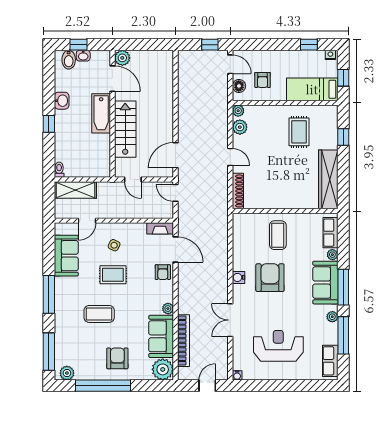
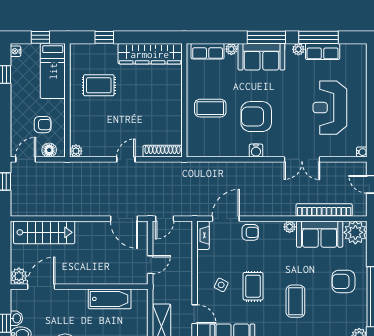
bathtub: (101, 113) -> (110, 299), moved
plant: (240, 127) -> (94, 149), removed
stairs: (125, 129) -> (44, 232), moved, turned 180
row of seats: (330, 361) -> (323, 51), moved

